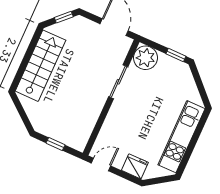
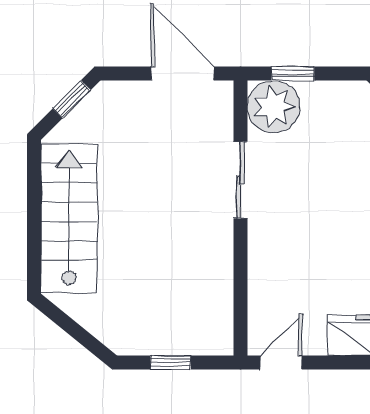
window: (176, 55) -> (293, 74), moved

